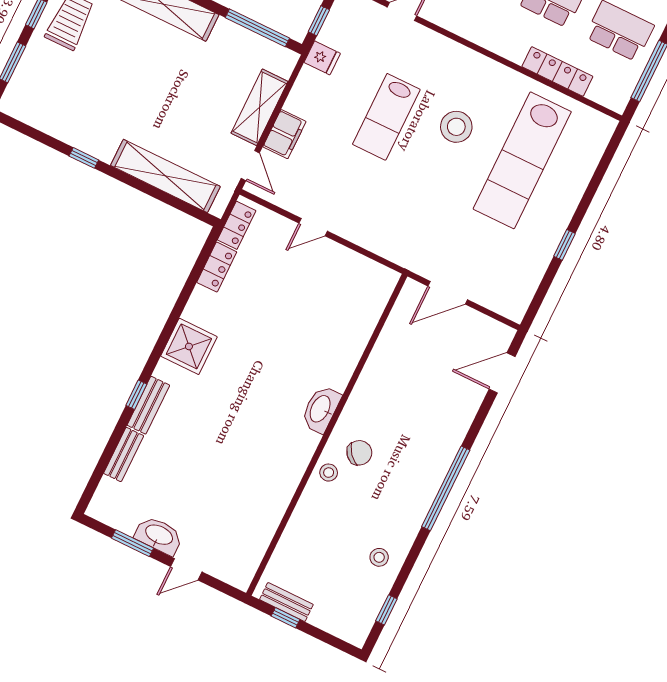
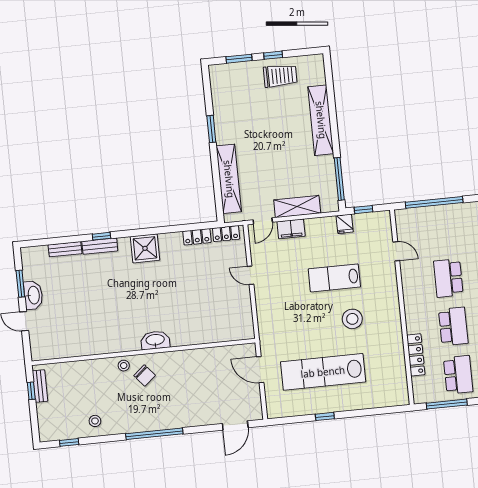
window: (84, 158) -> (211, 129), width x1.50
lab bench: (522, 160) -> (323, 372), moved
door: (502, 373) -> (235, 426), swing flipped

